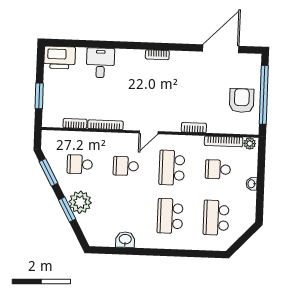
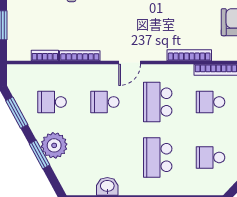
bookcase: (194, 128) -> (189, 55), width x1.56
school desk: (216, 218) -> (211, 157), width x0.54

